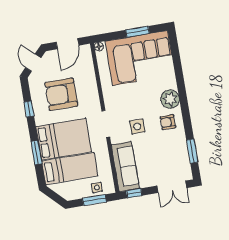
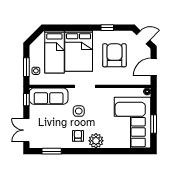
door: (67, 44) -> (154, 67), hinge flipped
window: (36, 153) -> (72, 28), removed

